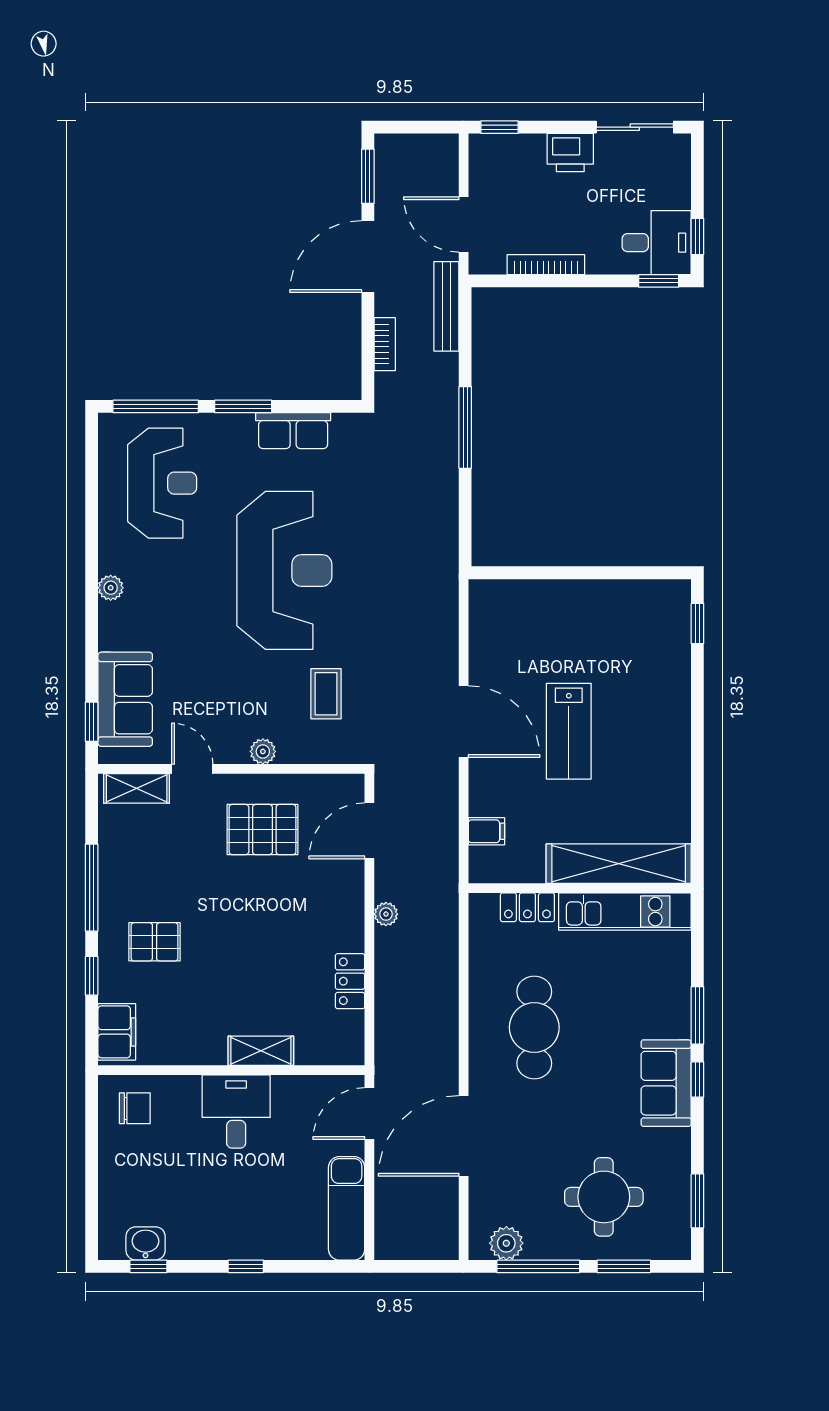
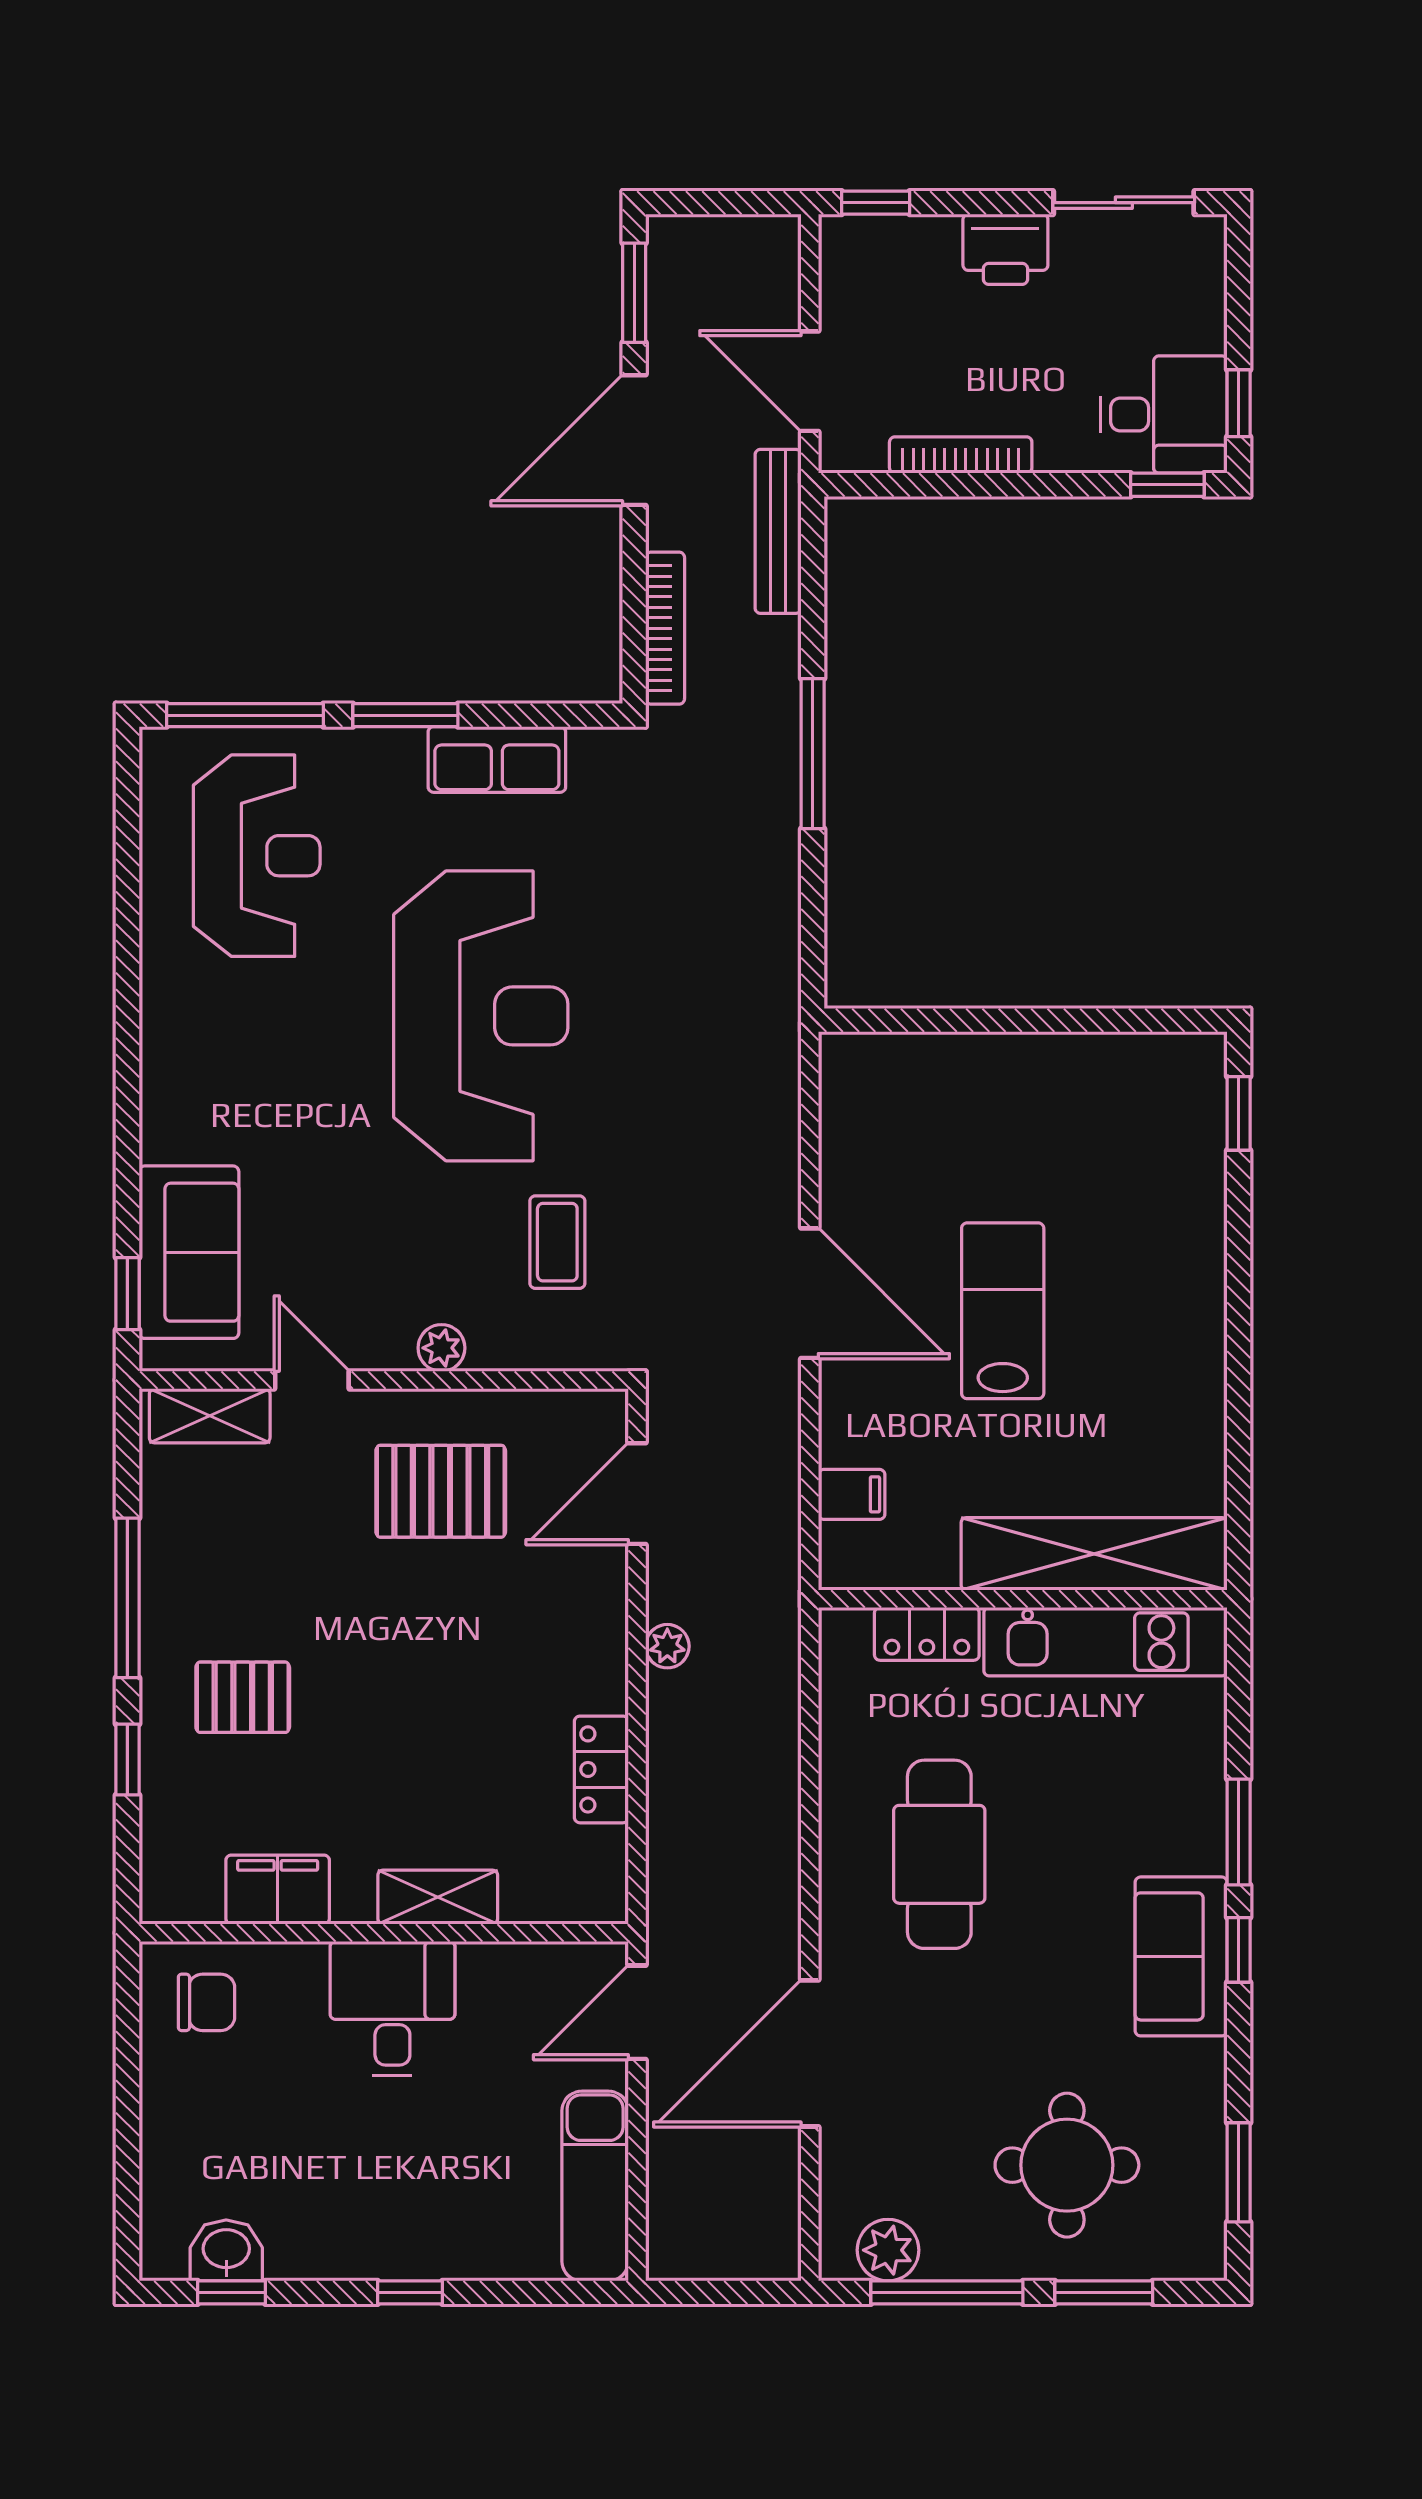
bookcase: (385, 344) -> (665, 628), width x1.56
plant: (111, 588) -> (162, 1048), removed
lab bench: (569, 731) -> (1003, 1311), turned 180
filing cabinet: (117, 1032) -> (278, 1890), moved, turned -90

